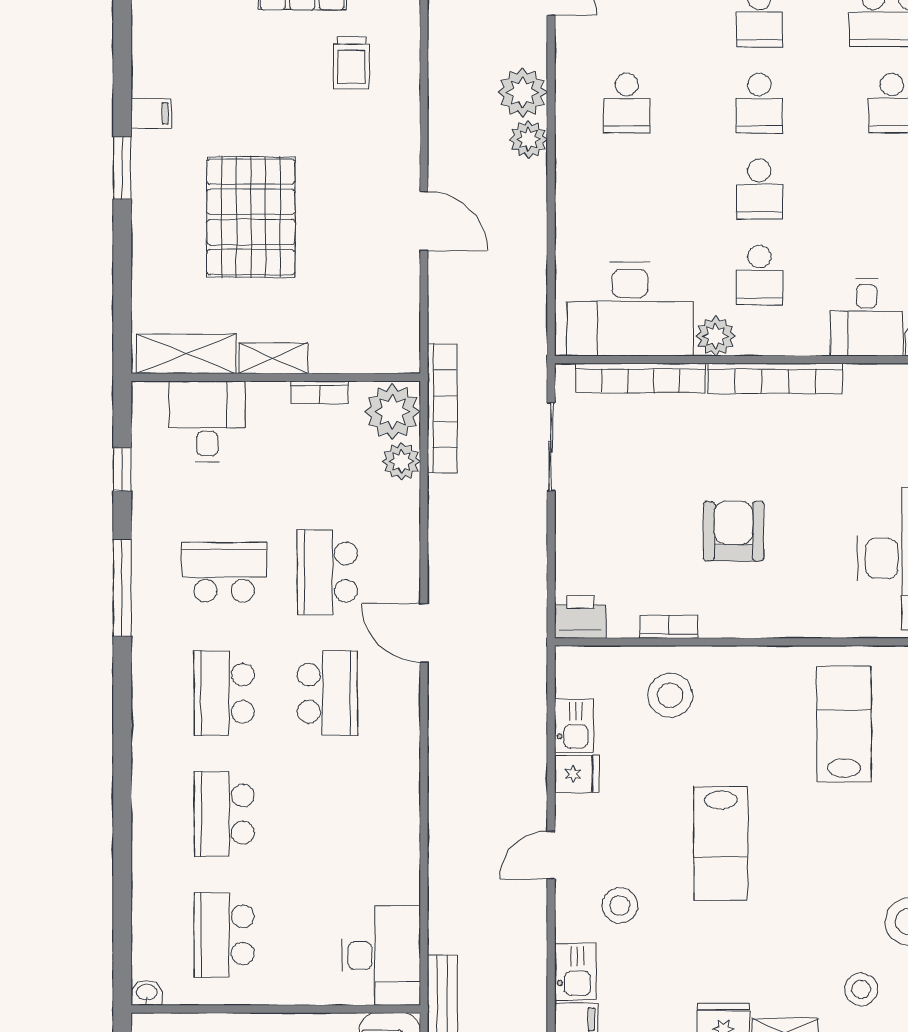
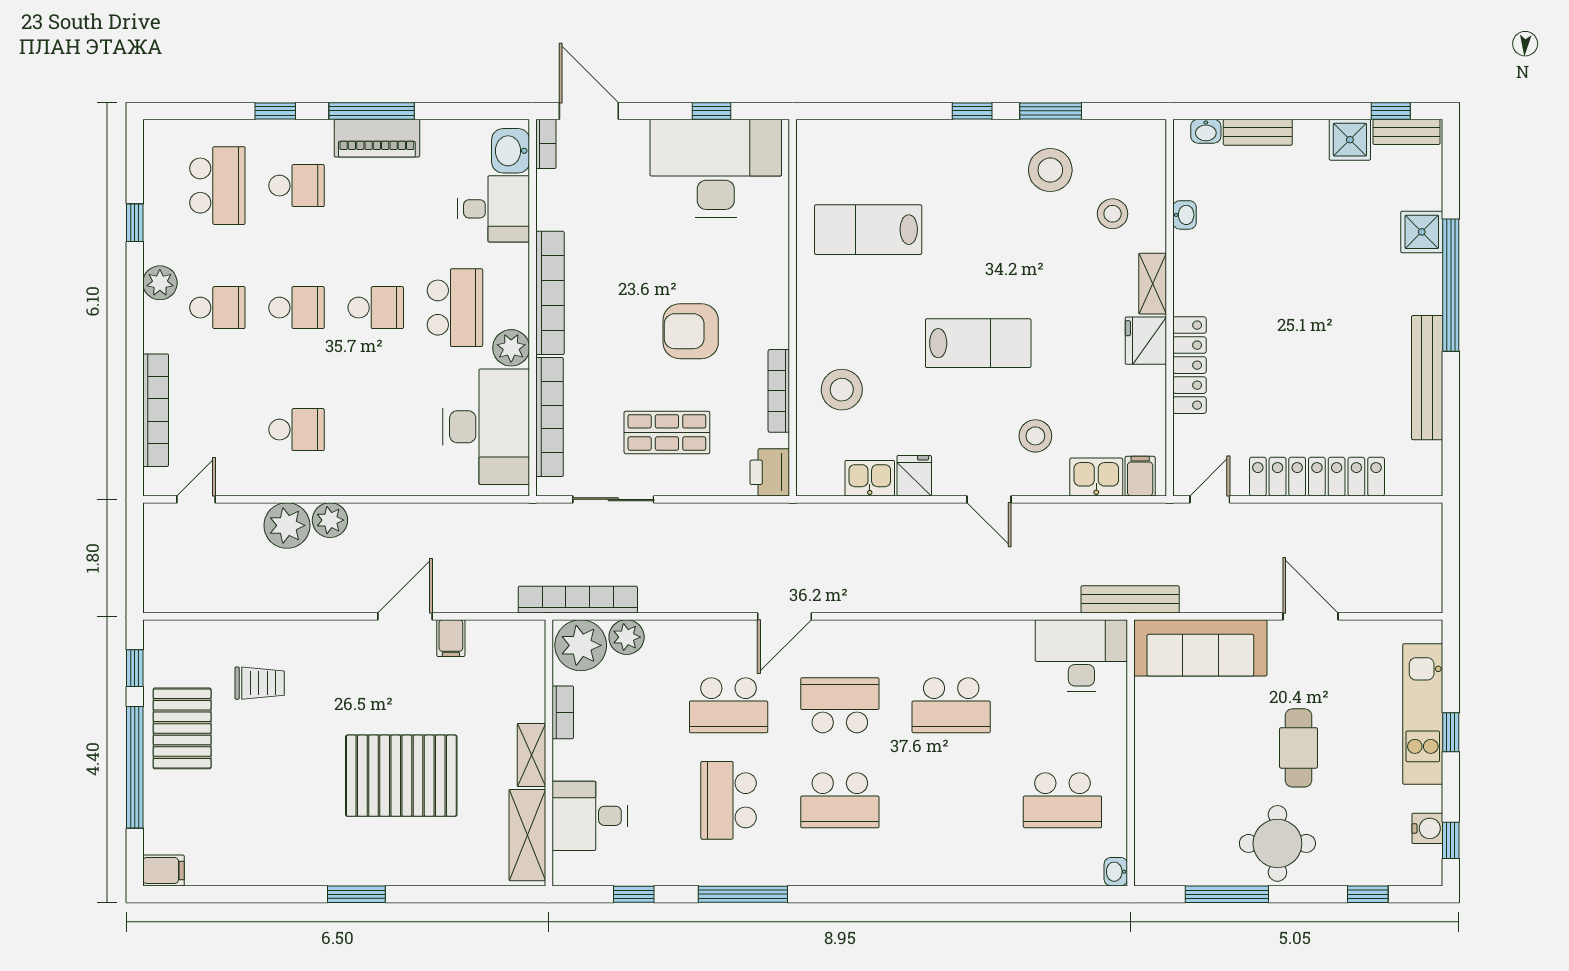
filing cabinet: (151, 113) -> (451, 638), moved, turned 180
school desk: (759, 275) -> (455, 308), width x1.85
shop shelf: (624, 505) -> (667, 432), added
bookcase: (669, 627) -> (779, 391), width x1.56
school desk: (224, 814) -> (951, 705), moved

